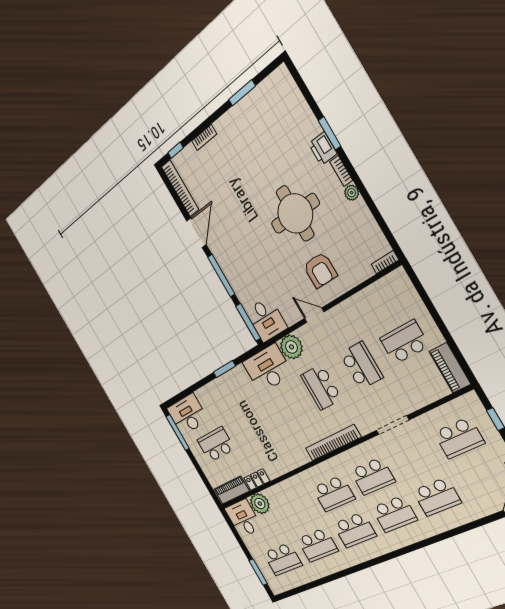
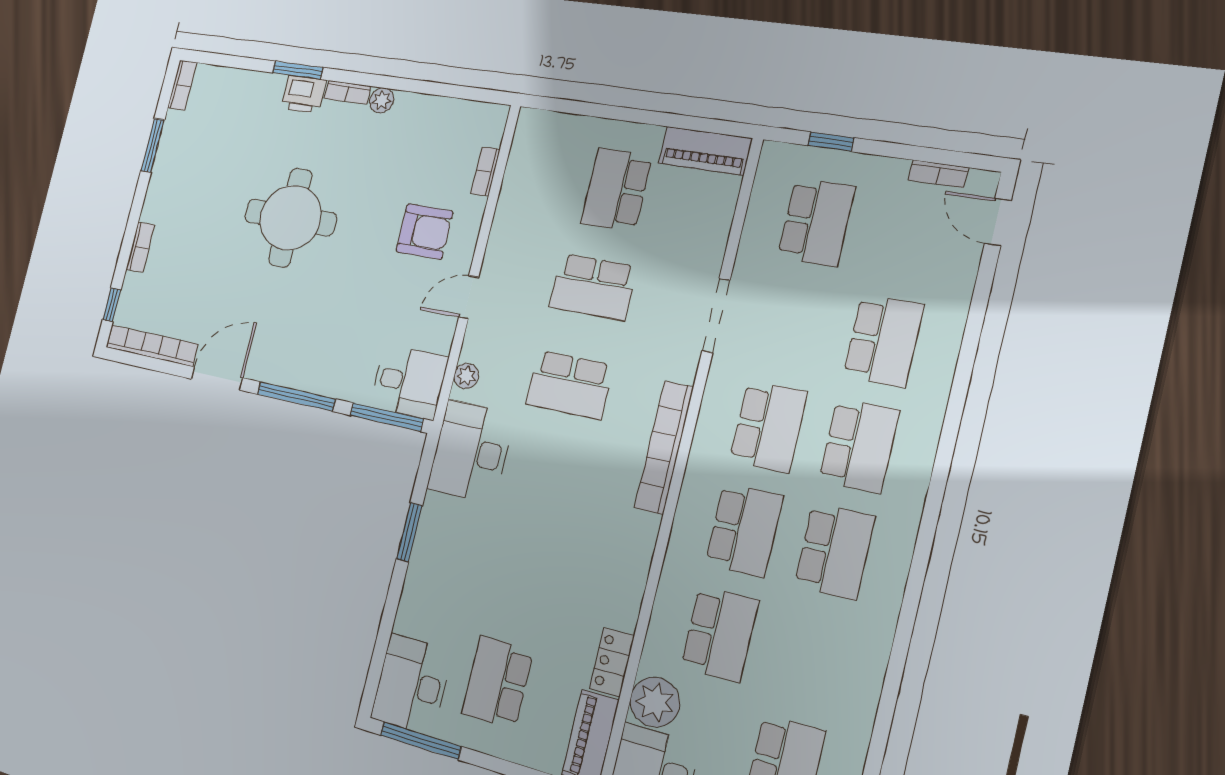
bookcase: (276, 77) -> (182, 85), added
round table: (295, 213) -> (290, 218), moved
door: (196, 233) -> (217, 378), hinge flipped
bookcase: (385, 262) -> (485, 171), moved
plant: (291, 347) -> (466, 376), width x0.53, depth x0.53
school desk: (361, 365) -> (593, 287), turned 180
school desk: (317, 545) -> (720, 634), moved

